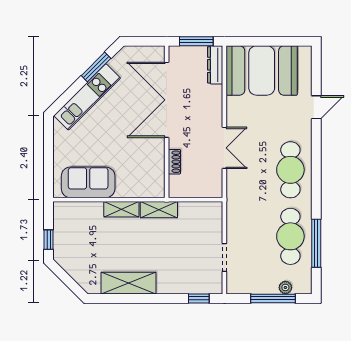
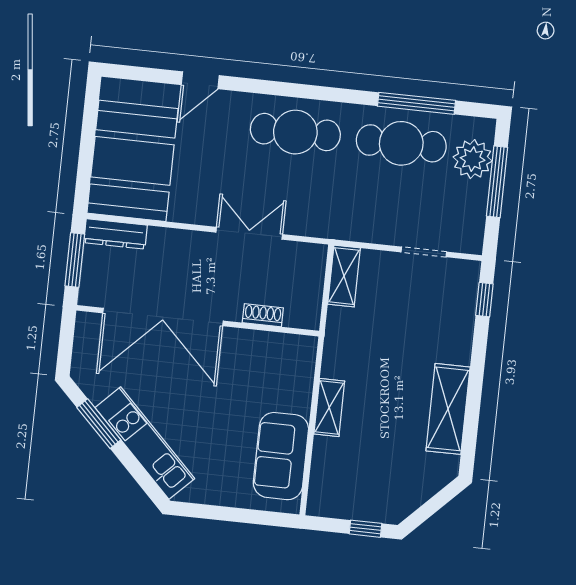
door: (316, 107) -> (200, 80), swing flipped
shelving: (159, 210) -> (344, 276), moved
plant: (285, 287) -> (473, 159), width x1.87, depth x1.87

